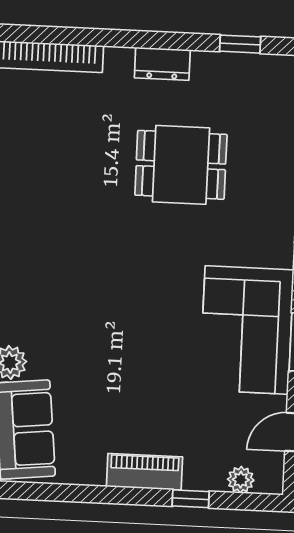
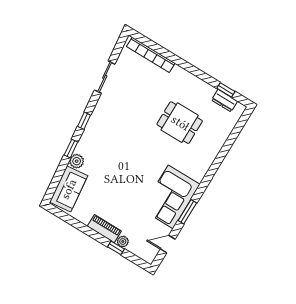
dresser: (162, 64) -> (225, 101), moved
plant: (241, 480) -> (123, 241), moved

